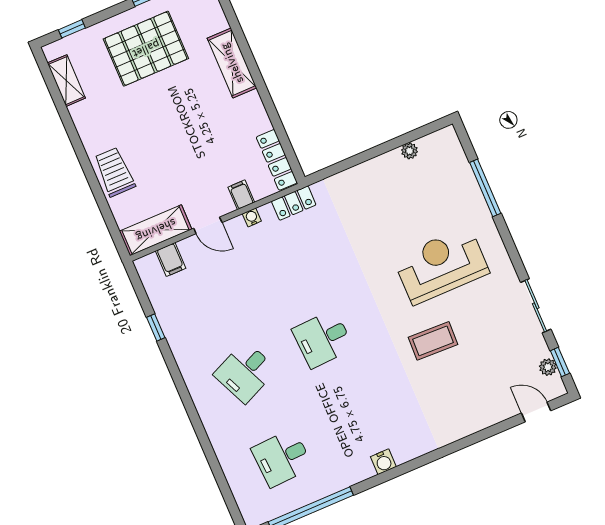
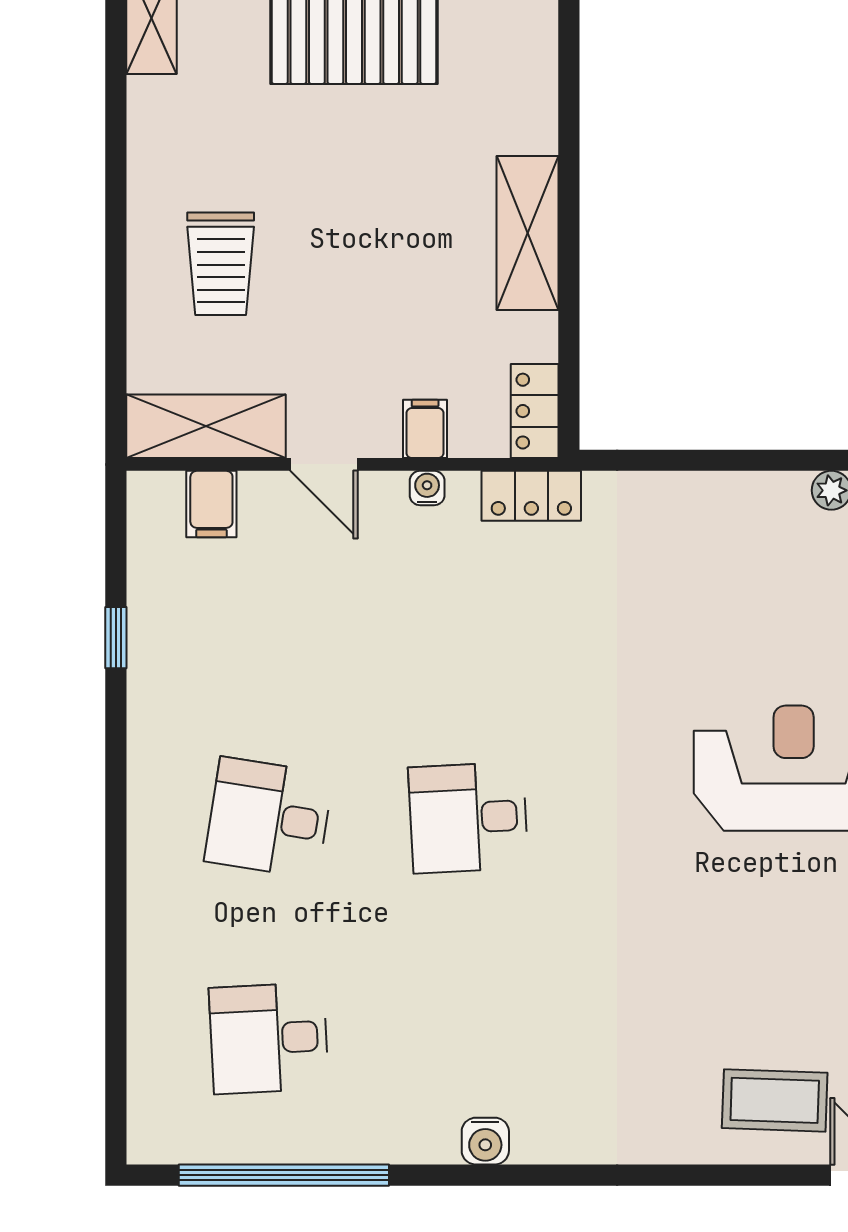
shelving: (232, 63) -> (528, 233), moved
locker: (277, 160) -> (535, 411), width x0.66
trolley: (115, 172) -> (221, 264), moved, turned 180
coffee table: (433, 341) -> (775, 1100), moved
desk: (245, 372) -> (269, 818), turned 33

